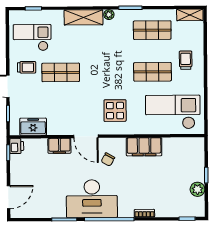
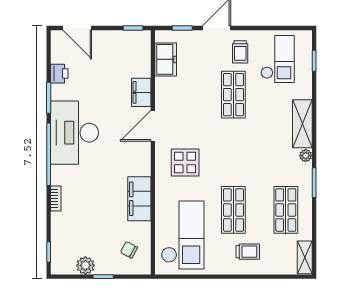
printer: (17, 146) -> (59, 74), moved, turned -90
chair: (108, 159) -> (129, 250), moved

